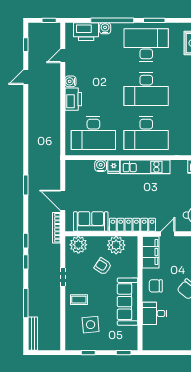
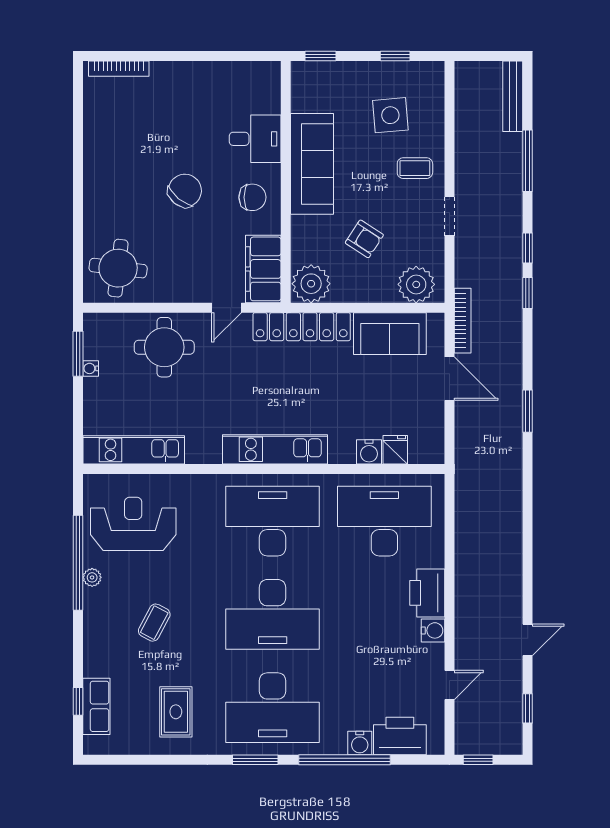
desk: (146, 89) -> (273, 614), turned 180
fridge: (114, 167) -> (395, 450), moved
plant: (116, 245) -> (311, 284), moved

